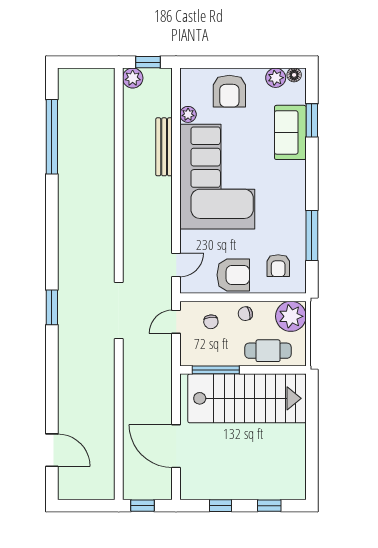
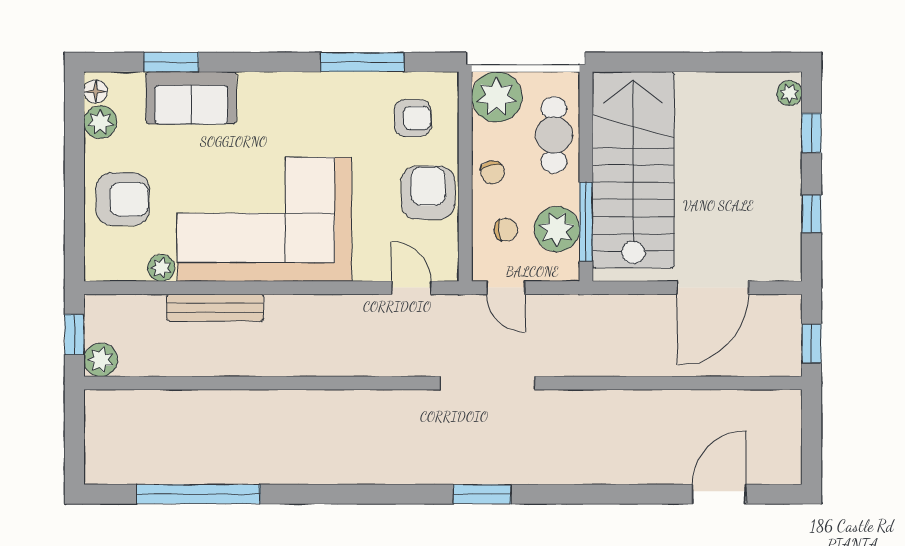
plant: (211, 352) -> (557, 229), added
plant: (293, 492) -> (789, 93), added

